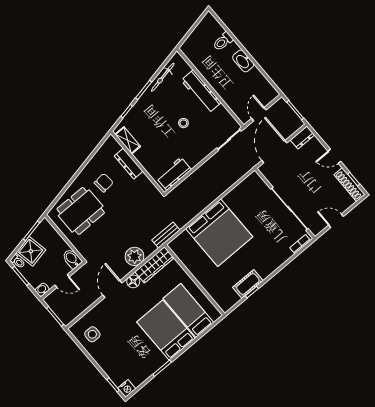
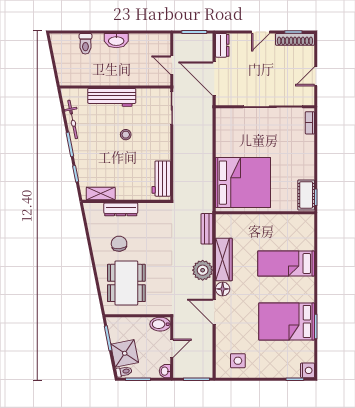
wall: (195, 280) -> (265, 213), moved
bed: (166, 330) -> (287, 321), moved

